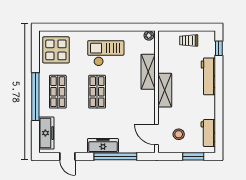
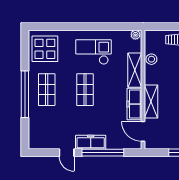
shelving: (165, 90) -> (151, 102), moved
freezer: (46, 133) -> (134, 104), moved, turned 180
stool: (179, 134) -> (151, 59), moved
door: (67, 156) -> (67, 153), moved

